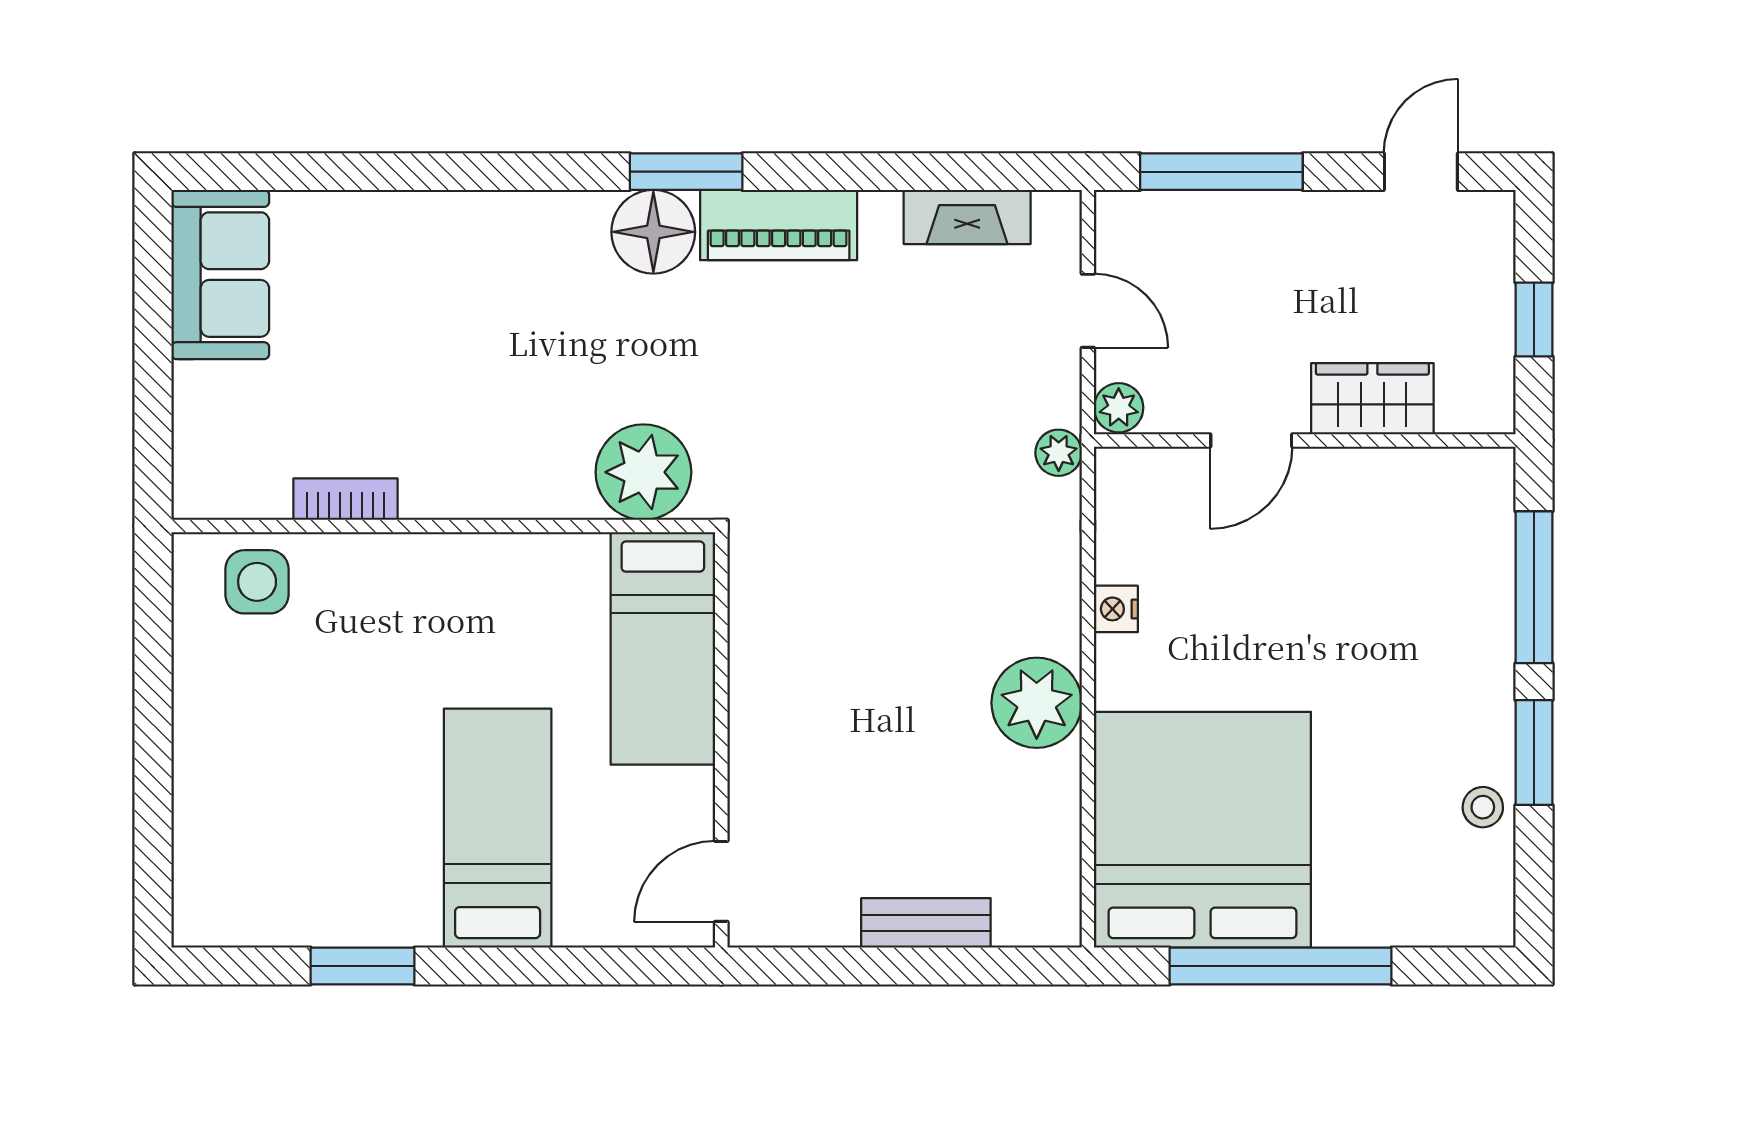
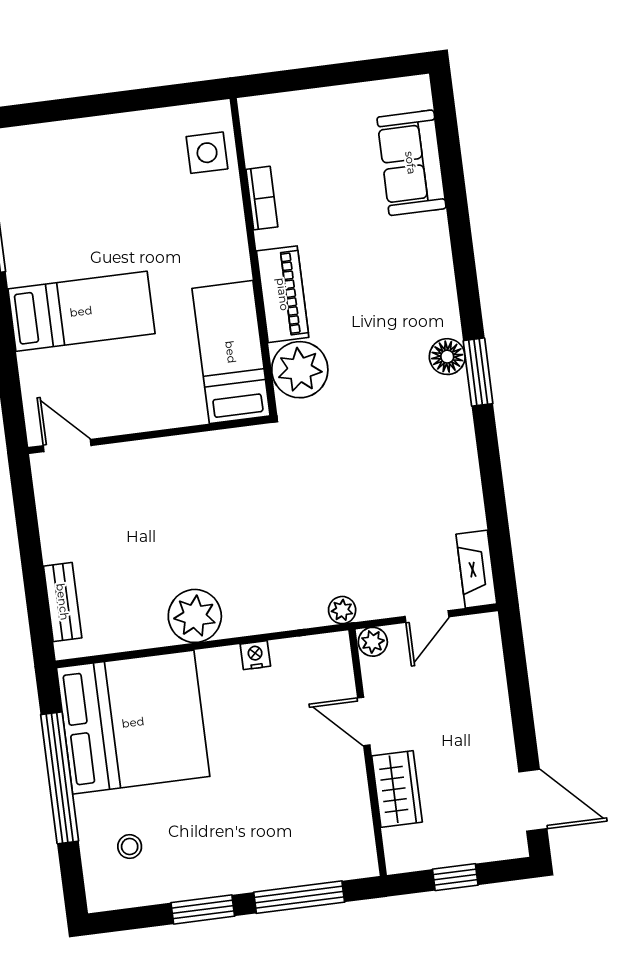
window: (1221, 172) -> (518, 684), removed
door: (1421, 172) -> (533, 800), width x1.38
fireplace: (967, 217) -> (476, 569), moved
piano: (779, 225) -> (283, 294), moved, turned 180
floor lamp: (653, 232) -> (447, 357), width x0.73, depth x0.73
sofa: (220, 275) -> (411, 163), moved, turned 90
bed: (663, 648) -> (231, 352), moved, turned 90
stool: (1483, 807) -> (130, 847), moved
bench: (926, 923) -> (63, 602), moved

